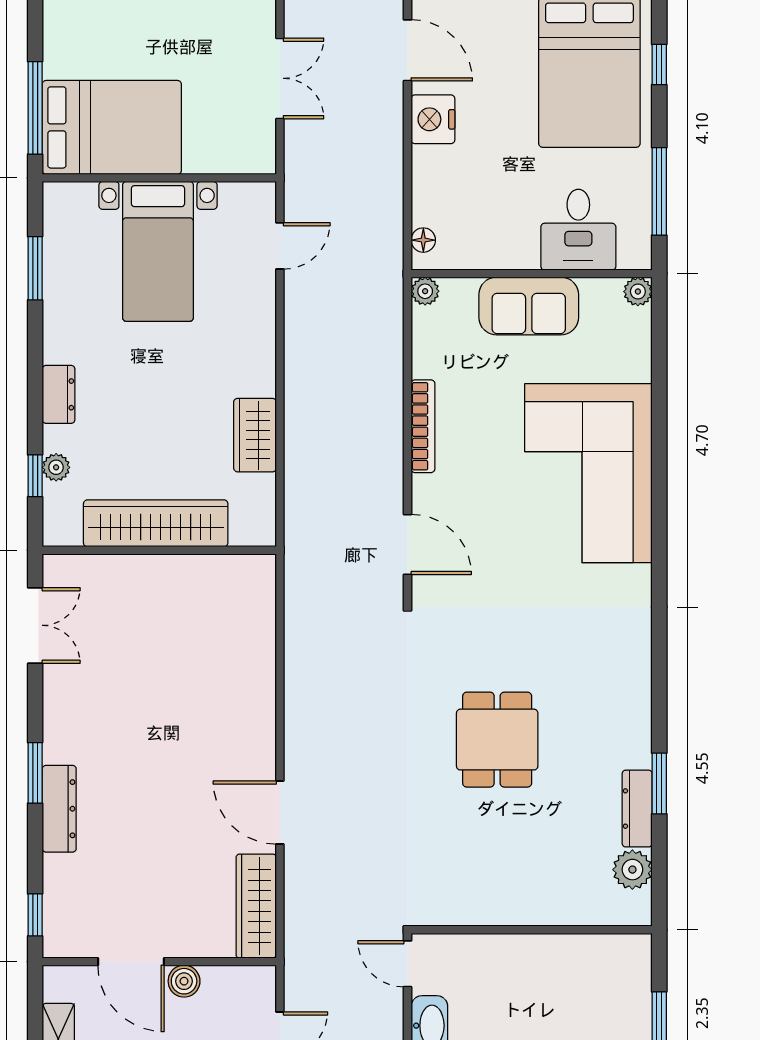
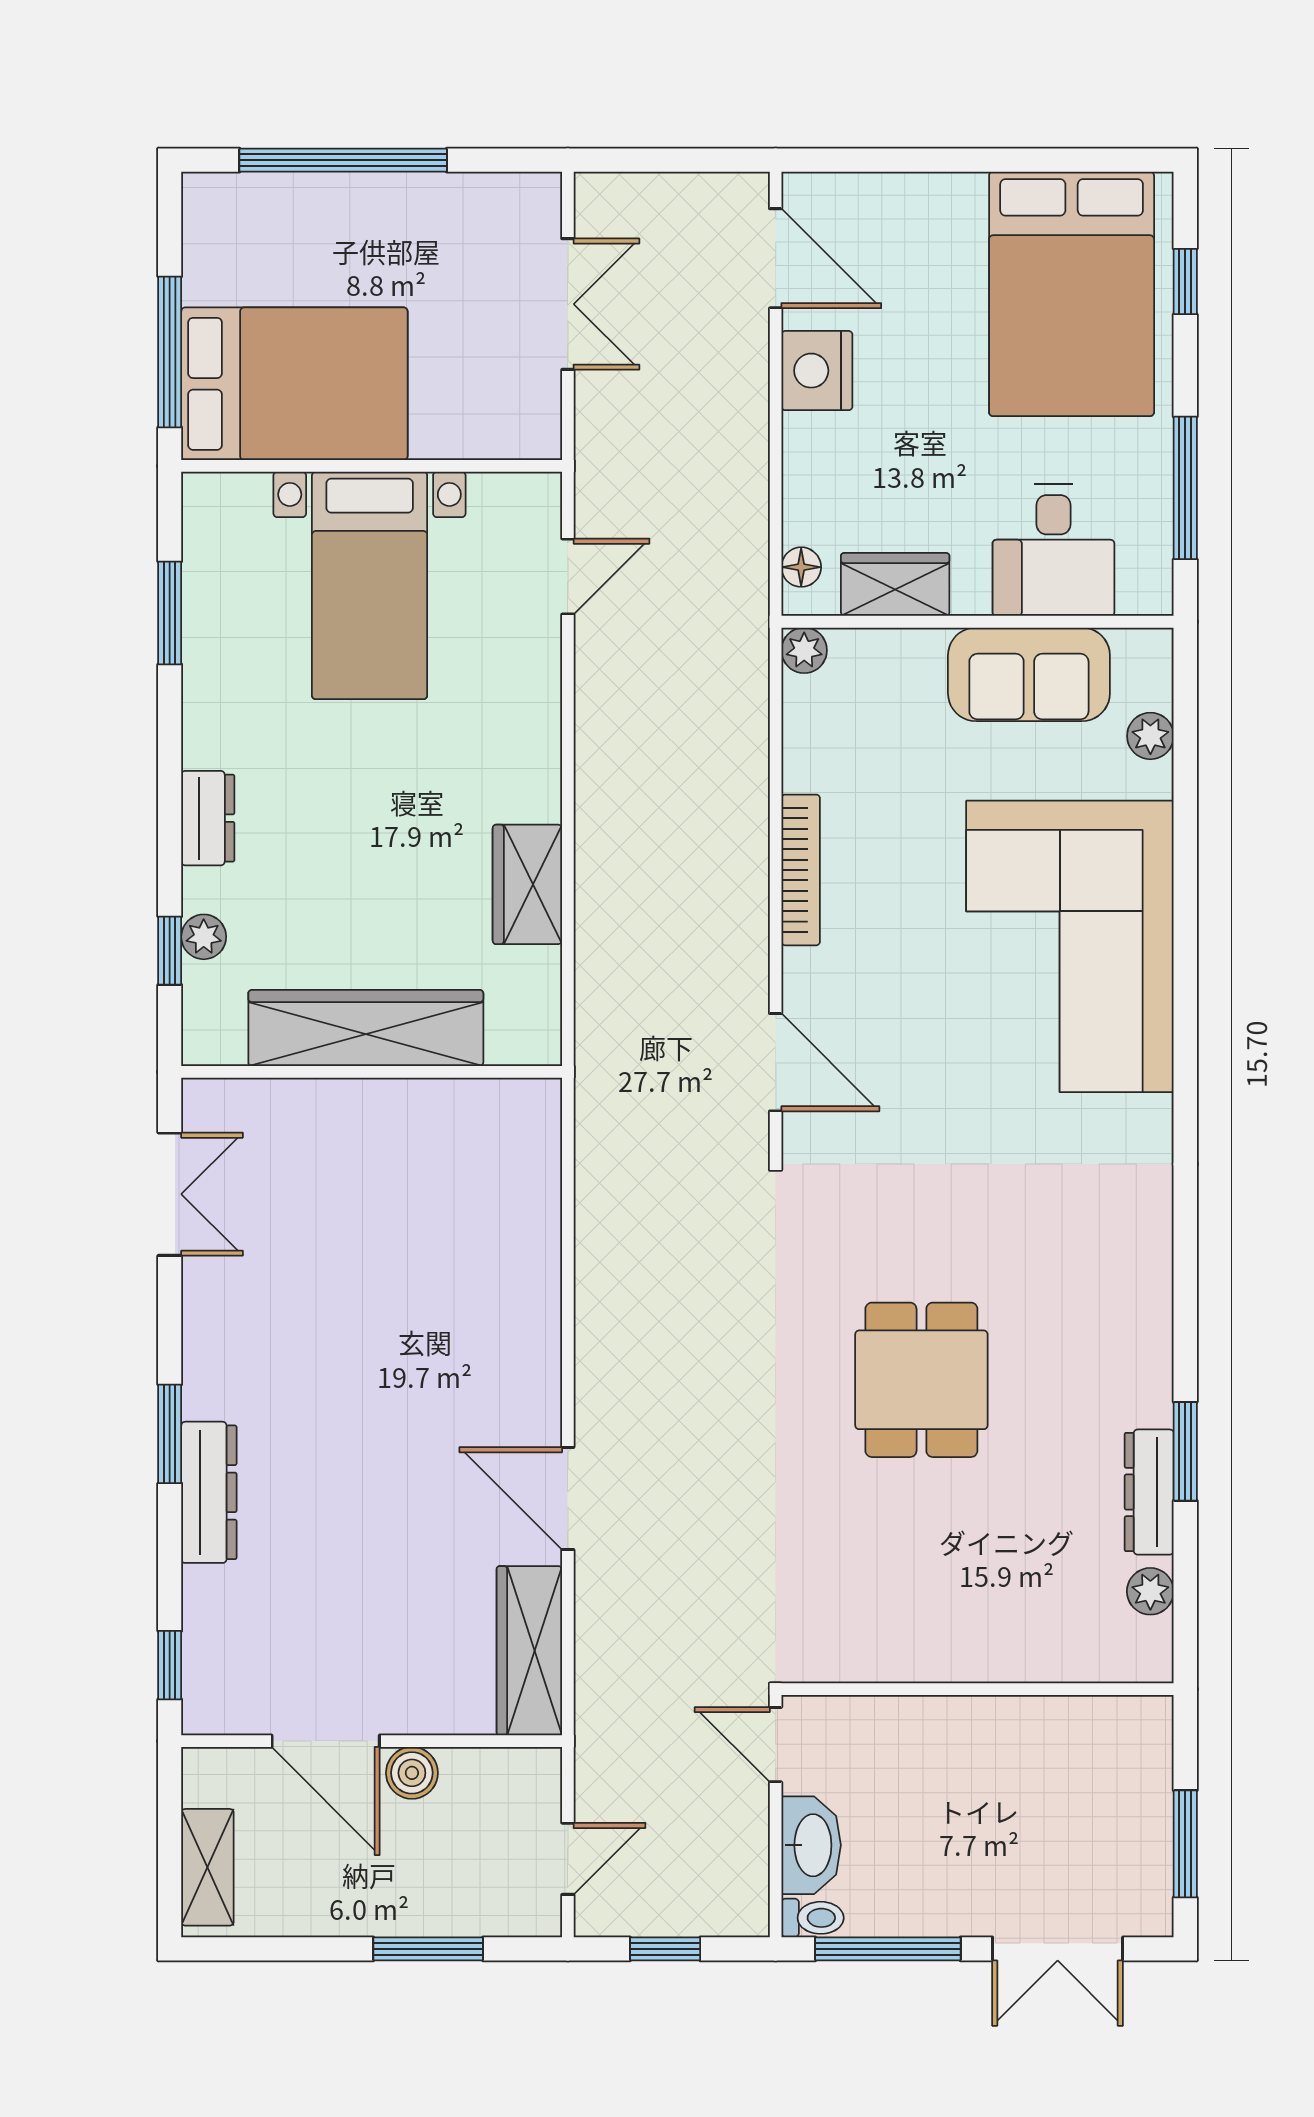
wardrobe: (481, 251) -> (895, 584), added
plant: (638, 292) -> (1150, 736), moved
sofa: (529, 306) -> (1029, 674), moved
plant: (632, 870) -> (1150, 1591), width x0.73, depth x0.73

